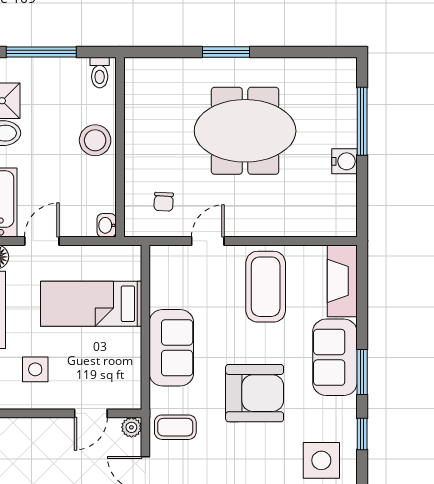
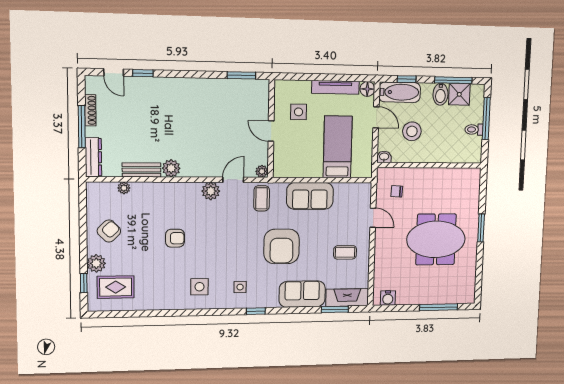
toilet: (100, 73) -> (474, 130), moved
meeting table: (245, 131) -> (436, 239), turned 90
stool: (95, 140) -> (412, 131), moved
water cooler: (344, 161) -> (388, 298), moved
coffee table: (266, 287) -> (345, 252), width x0.54, depth x0.58
window: (362, 372) -> (335, 309), moved
door: (91, 413) -> (271, 131), moved
side table: (321, 460) -> (240, 287), width x0.54, depth x0.54

